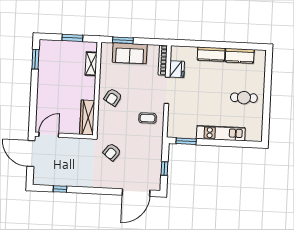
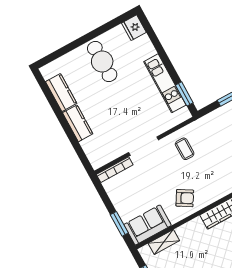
sofa: (130, 53) -> (148, 225), moved, turned -90
fridge: (177, 69) -> (134, 28), moved, turned -90
cafe table: (244, 98) -> (102, 62), width x1.37, depth x1.35
kitchen unit: (221, 133) -> (165, 83), moved

